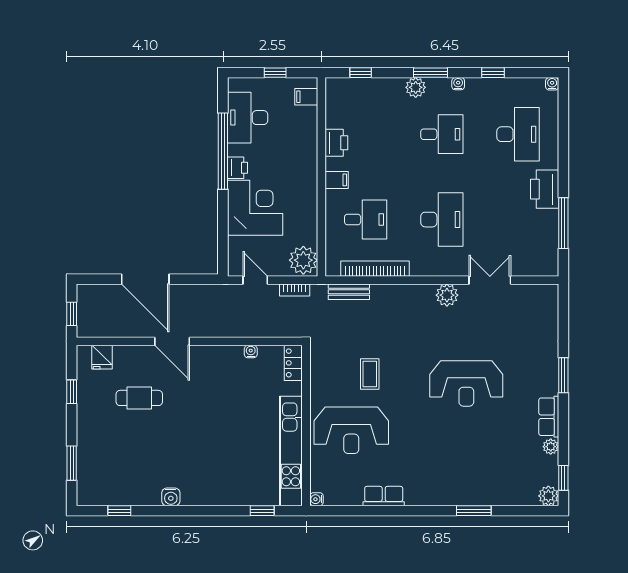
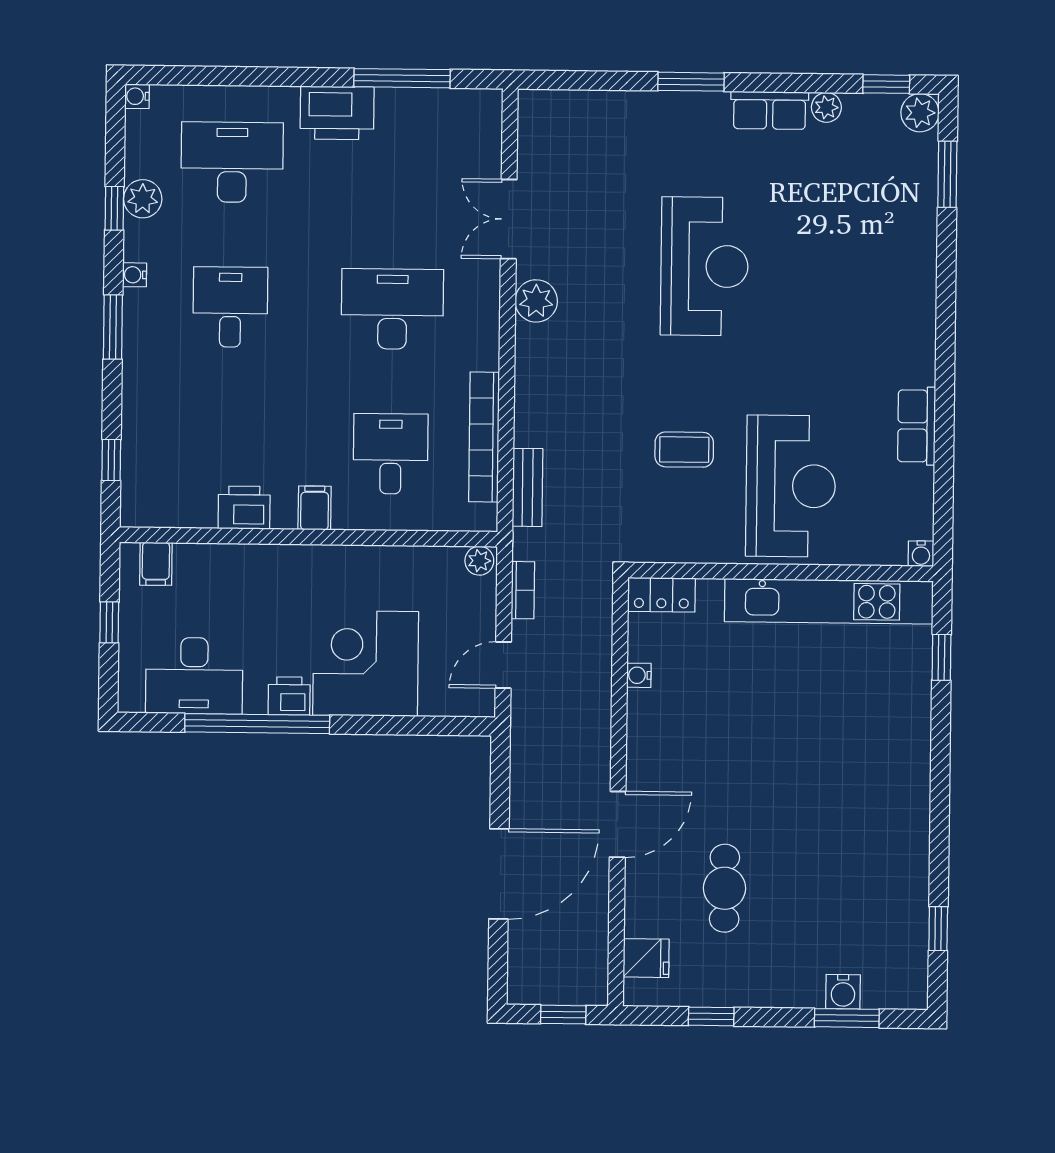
plant: (416, 87) -> (143, 199), moved
plant: (303, 260) -> (479, 561), width x0.53, depth x0.53
water cooler: (171, 497) -> (843, 992), moved, turned 90
window: (474, 511) -> (947, 174), moved

